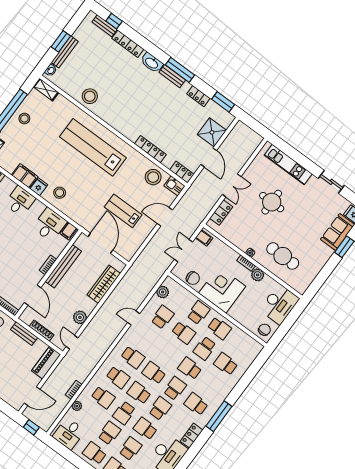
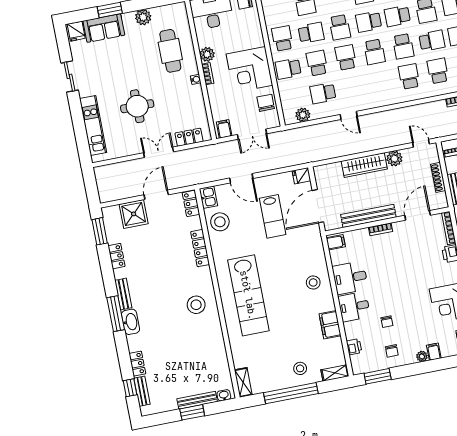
locker: (128, 44) -> (137, 364), width x0.66
window: (180, 70) -> (116, 314), moved
stool: (90, 96) -> (196, 305), moved
stool: (24, 119) -> (300, 368), moved
fridge: (39, 187) -> (301, 176), moved
desk: (50, 225) -> (350, 278), moved
plant: (319, 261) -> (143, 17), added
wardrobe: (104, 284) -> (364, 165), moved
door: (72, 342) -> (421, 143), swing flipped
school desk: (133, 357) -> (346, 57), moved

